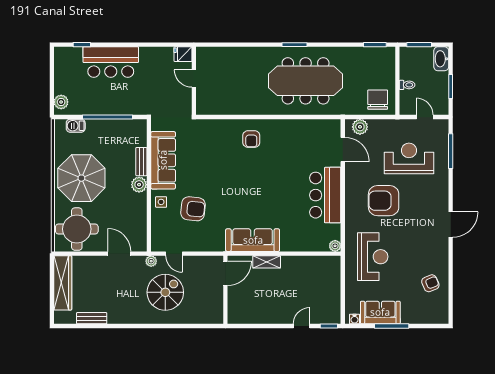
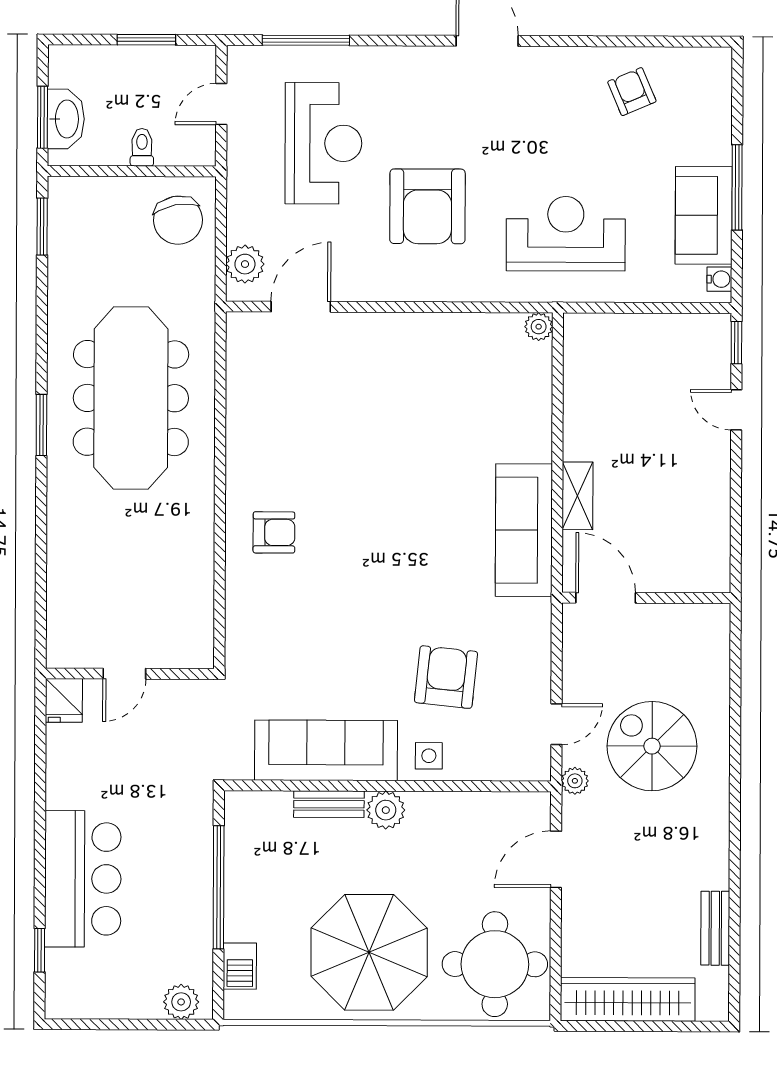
washbasin: (441, 59) -> (66, 119), moved, turned -90
chair: (378, 100) -> (178, 220), turned -101
reception desk: (409, 158) -> (323, 143), turned 180
bar counter: (325, 195) -> (413, 350), removed

